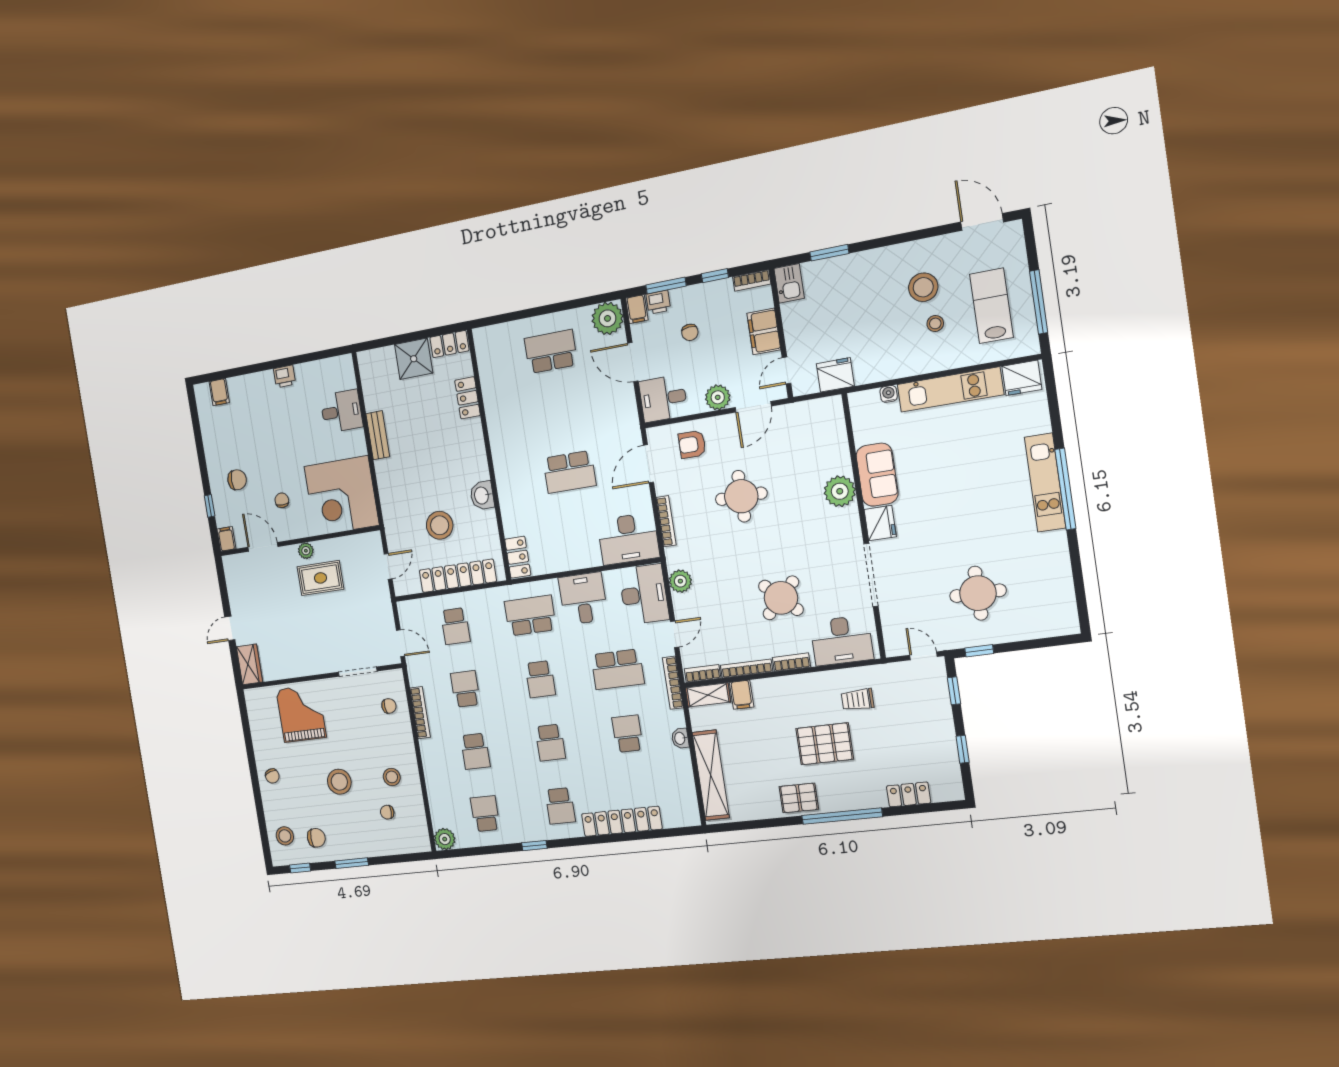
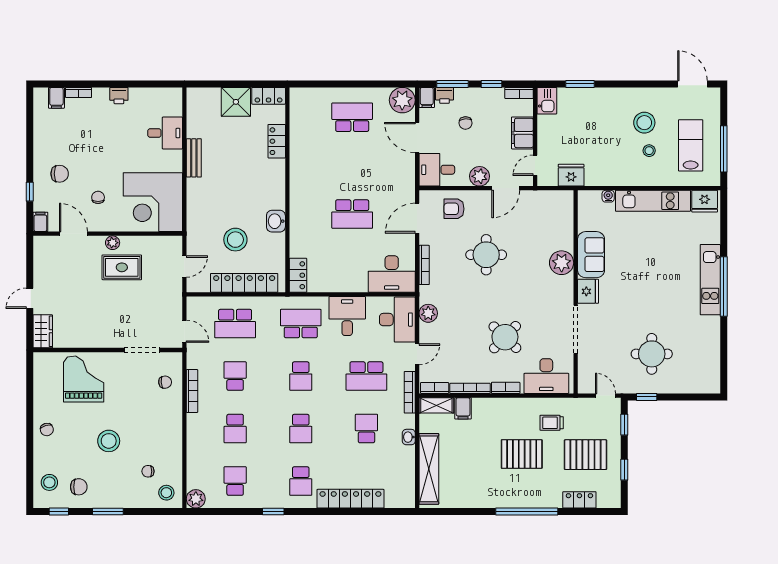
bookcase: (241, 381) -> (79, 93), added
school desk: (455, 626) -> (235, 324), width x1.85
stool: (392, 777) -> (166, 493), moved
pallet: (799, 798) -> (585, 455), moved, width x1.50, depth x1.42

